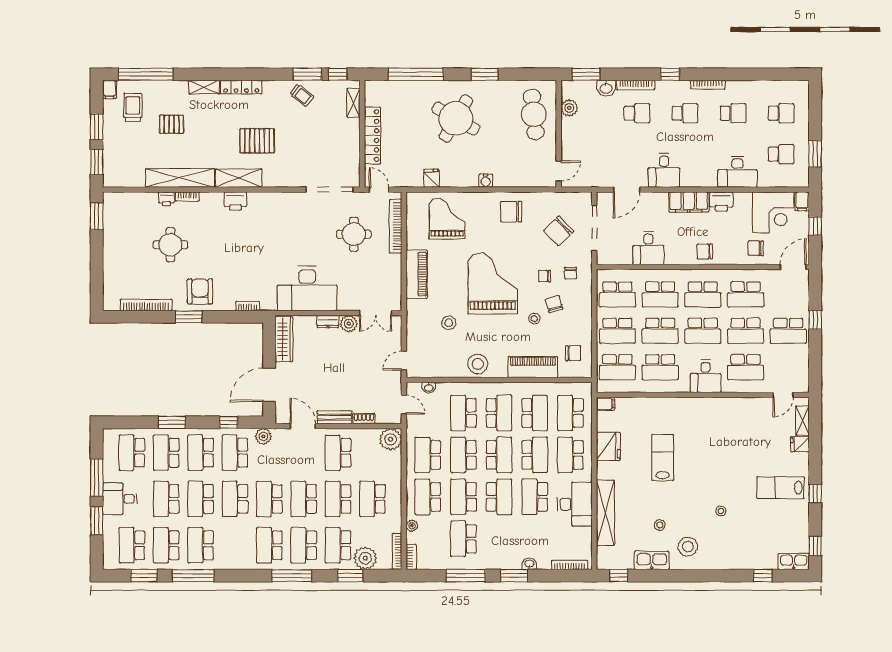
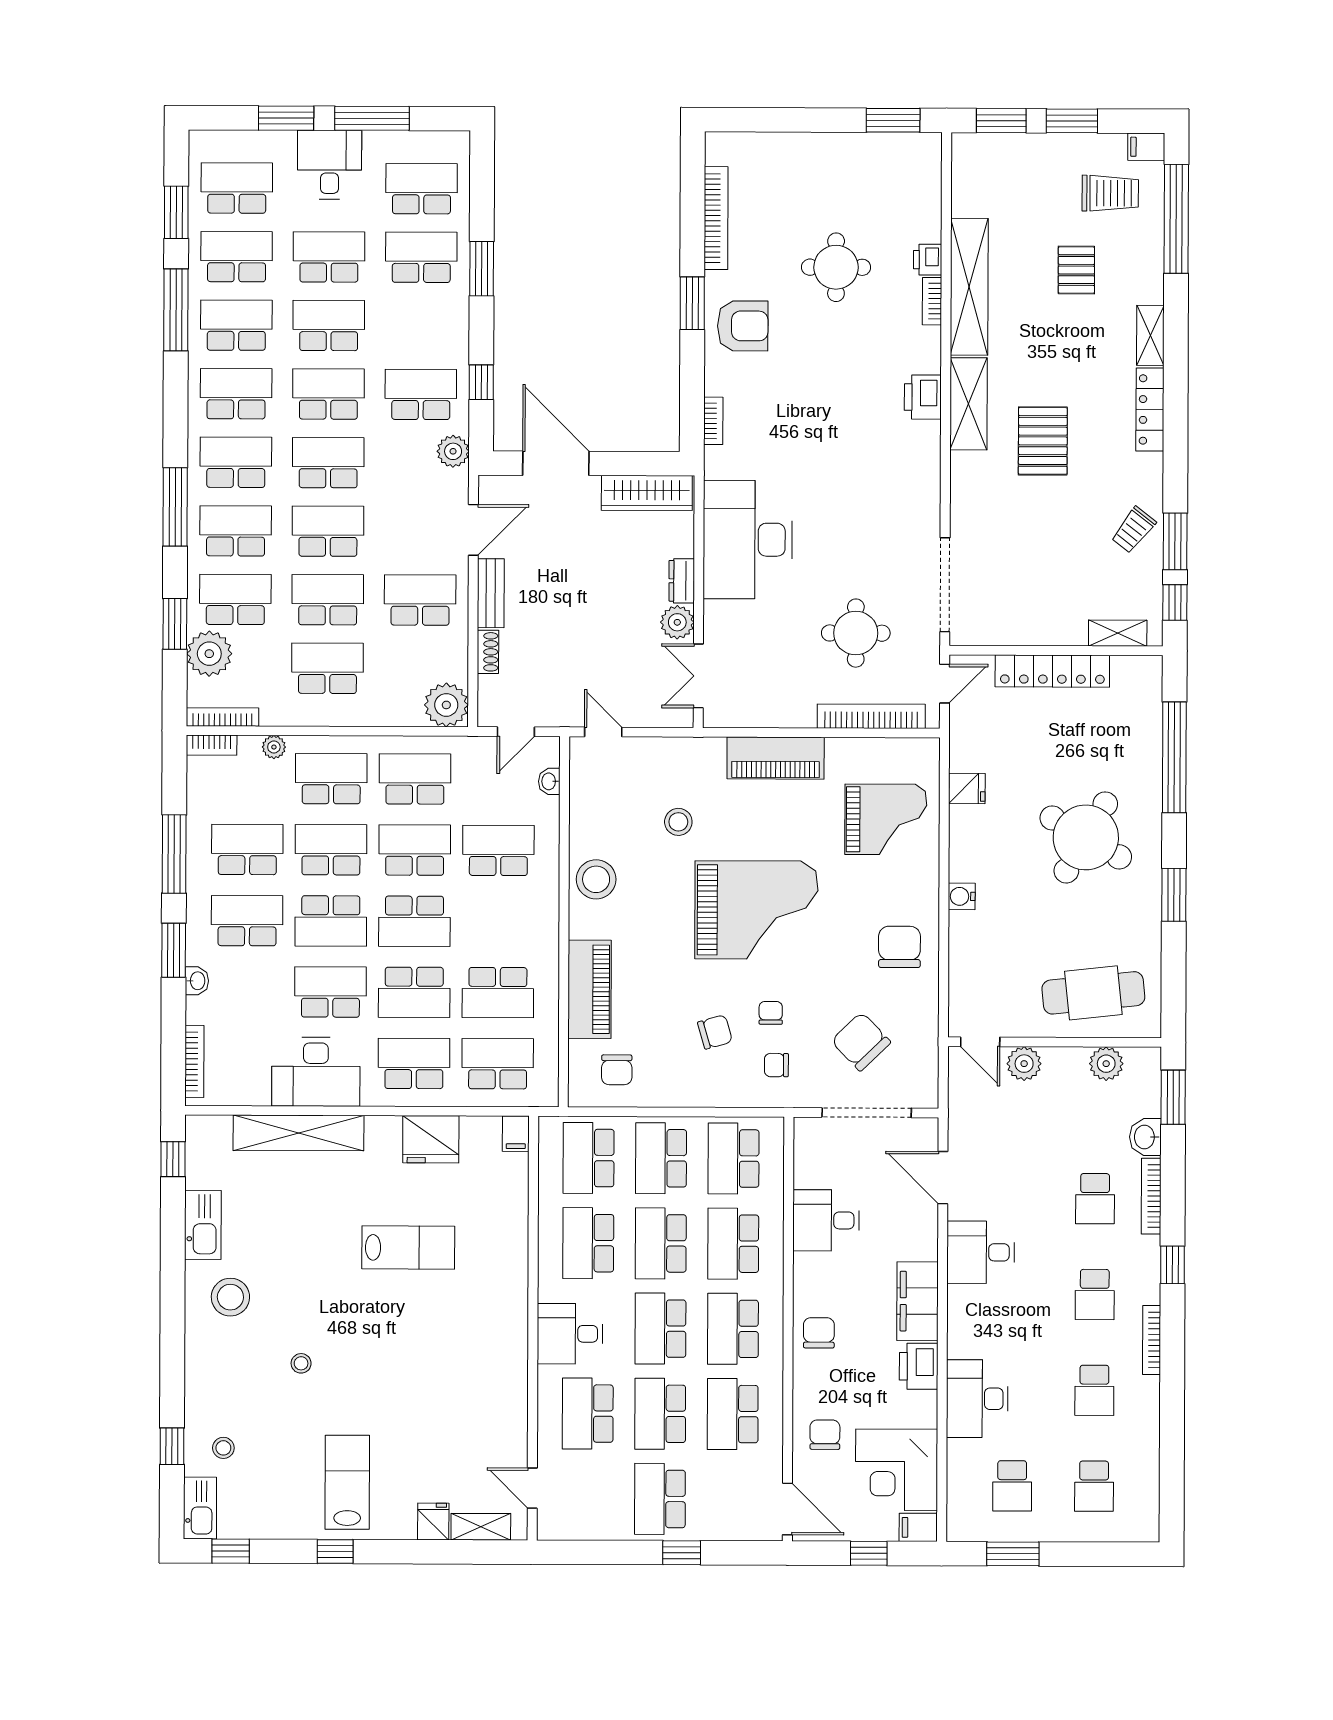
plant: (569, 149) -> (1024, 1064), added
stool: (534, 319) -> (686, 992), removed
school desk: (499, 413) -> (247, 921), moved, turned 180
school desk: (201, 453) -> (236, 394), moved
stool: (660, 525) -> (223, 1448), moved

